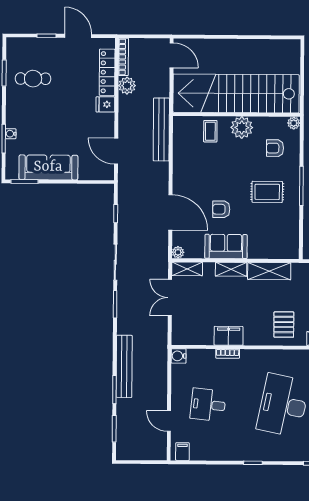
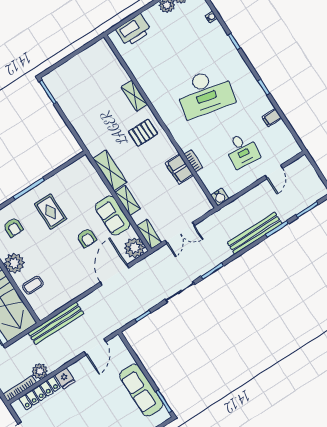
plant: (178, 252) -> (134, 248), width x1.88, depth x1.88
filing cabinet: (182, 452) -> (272, 118), moved

